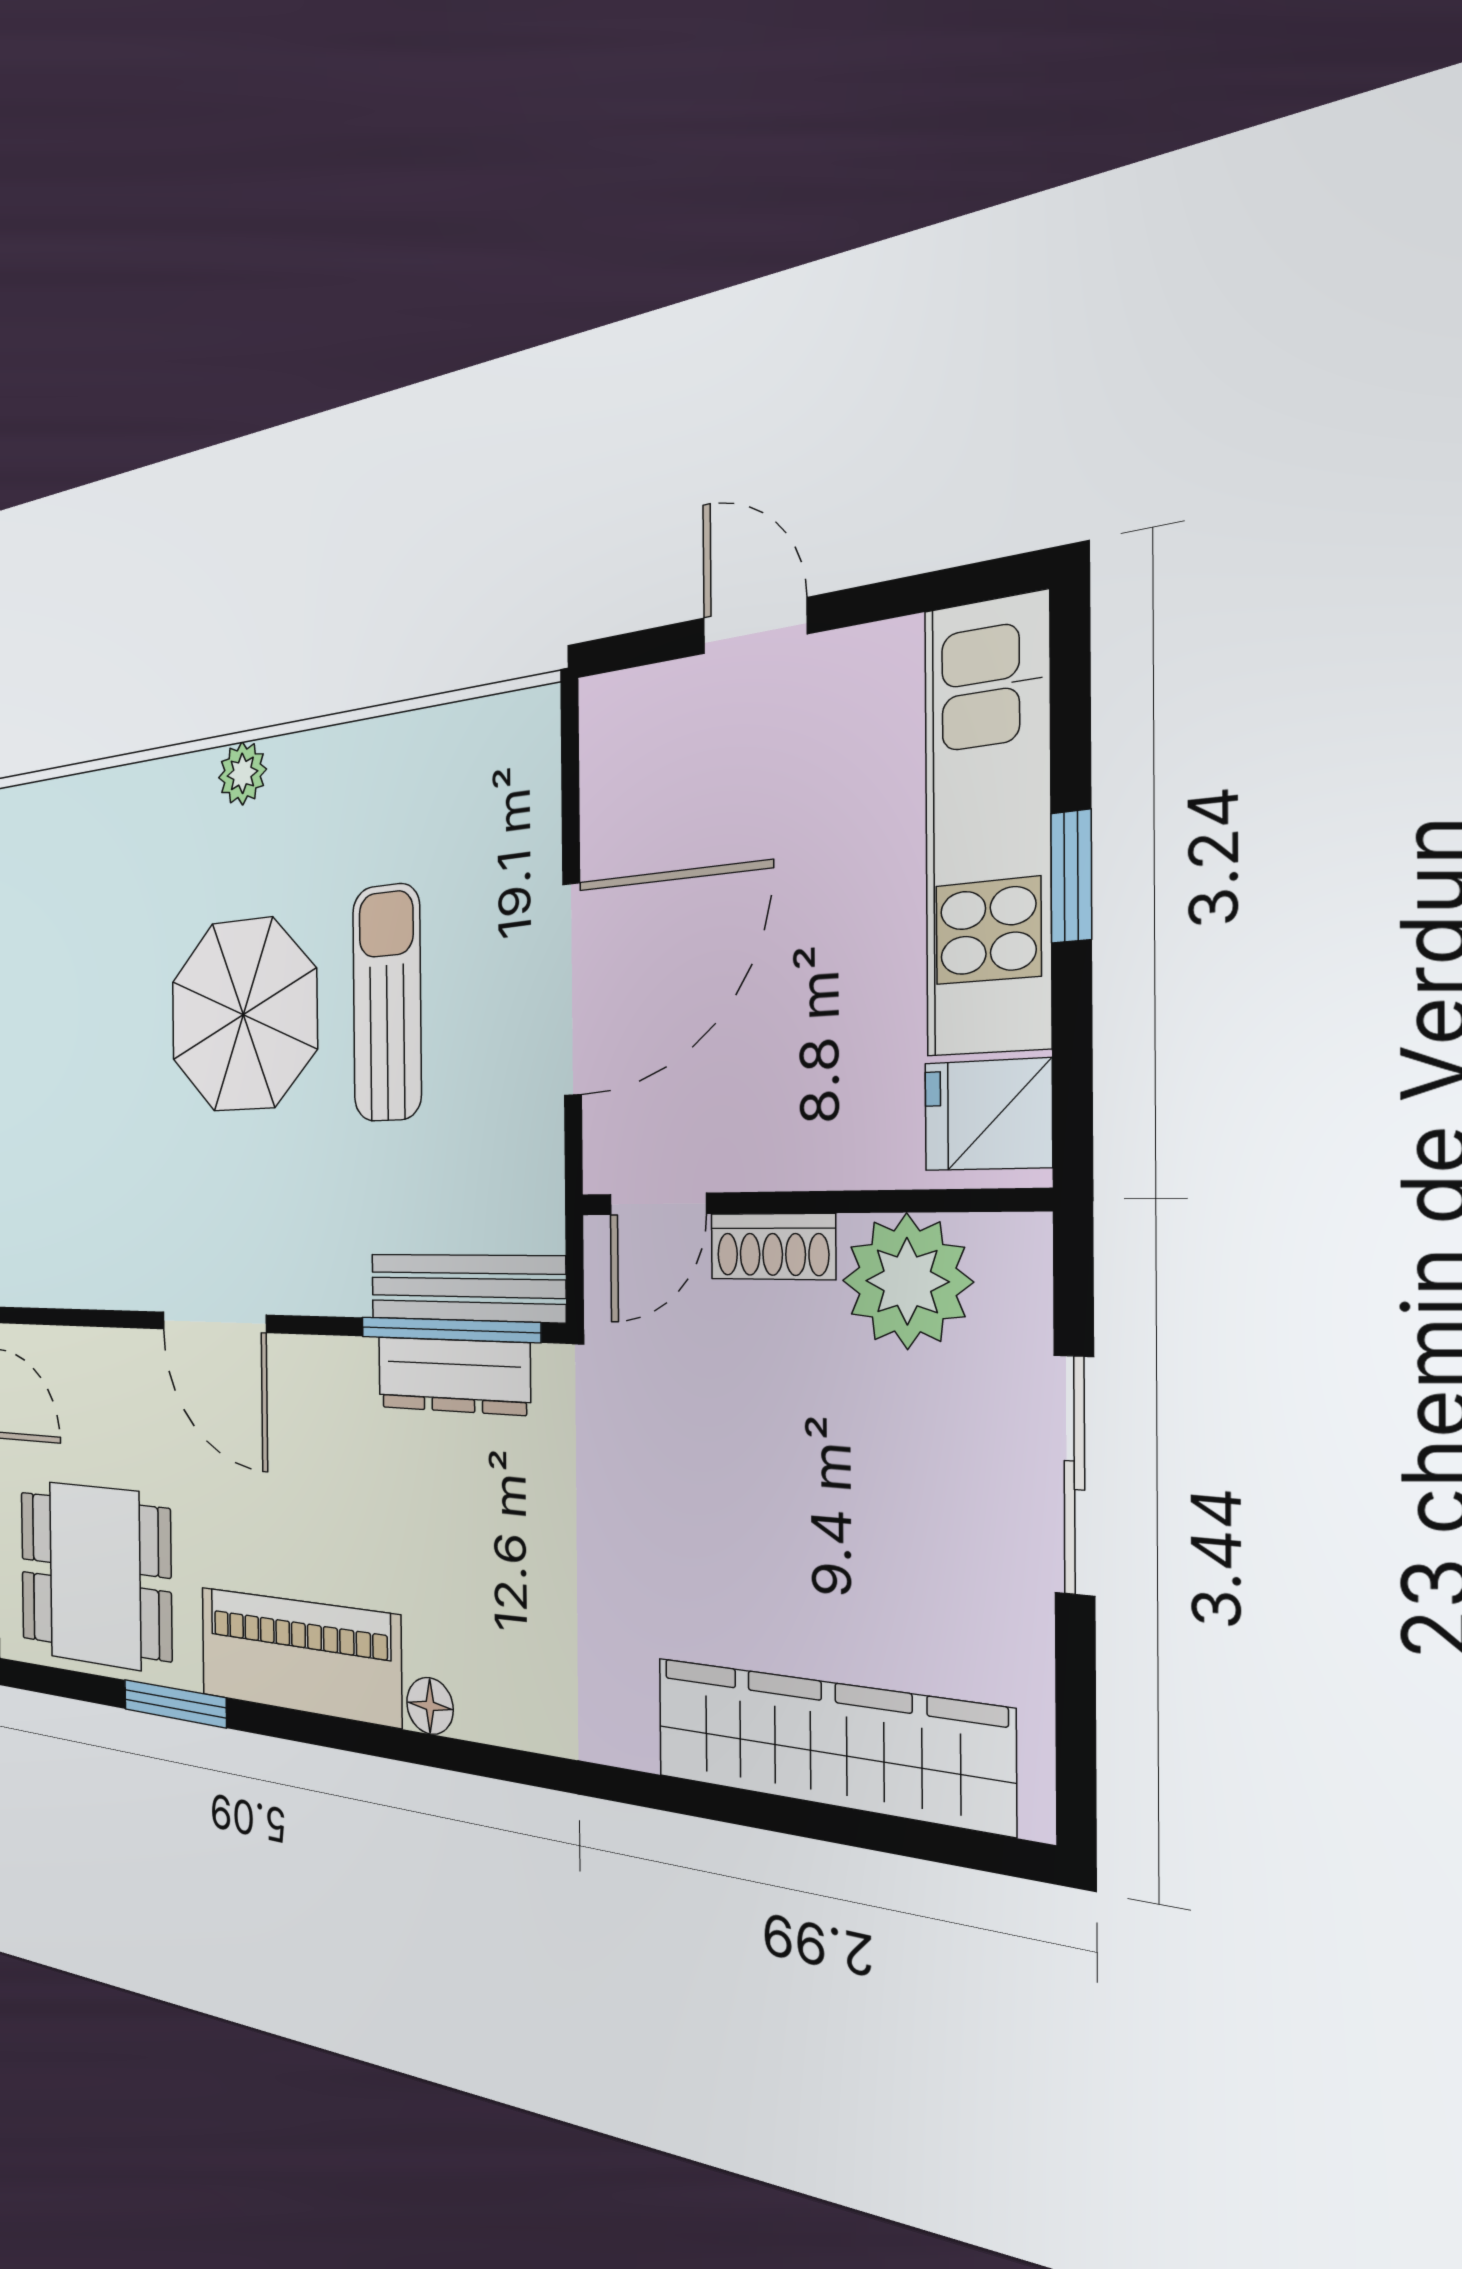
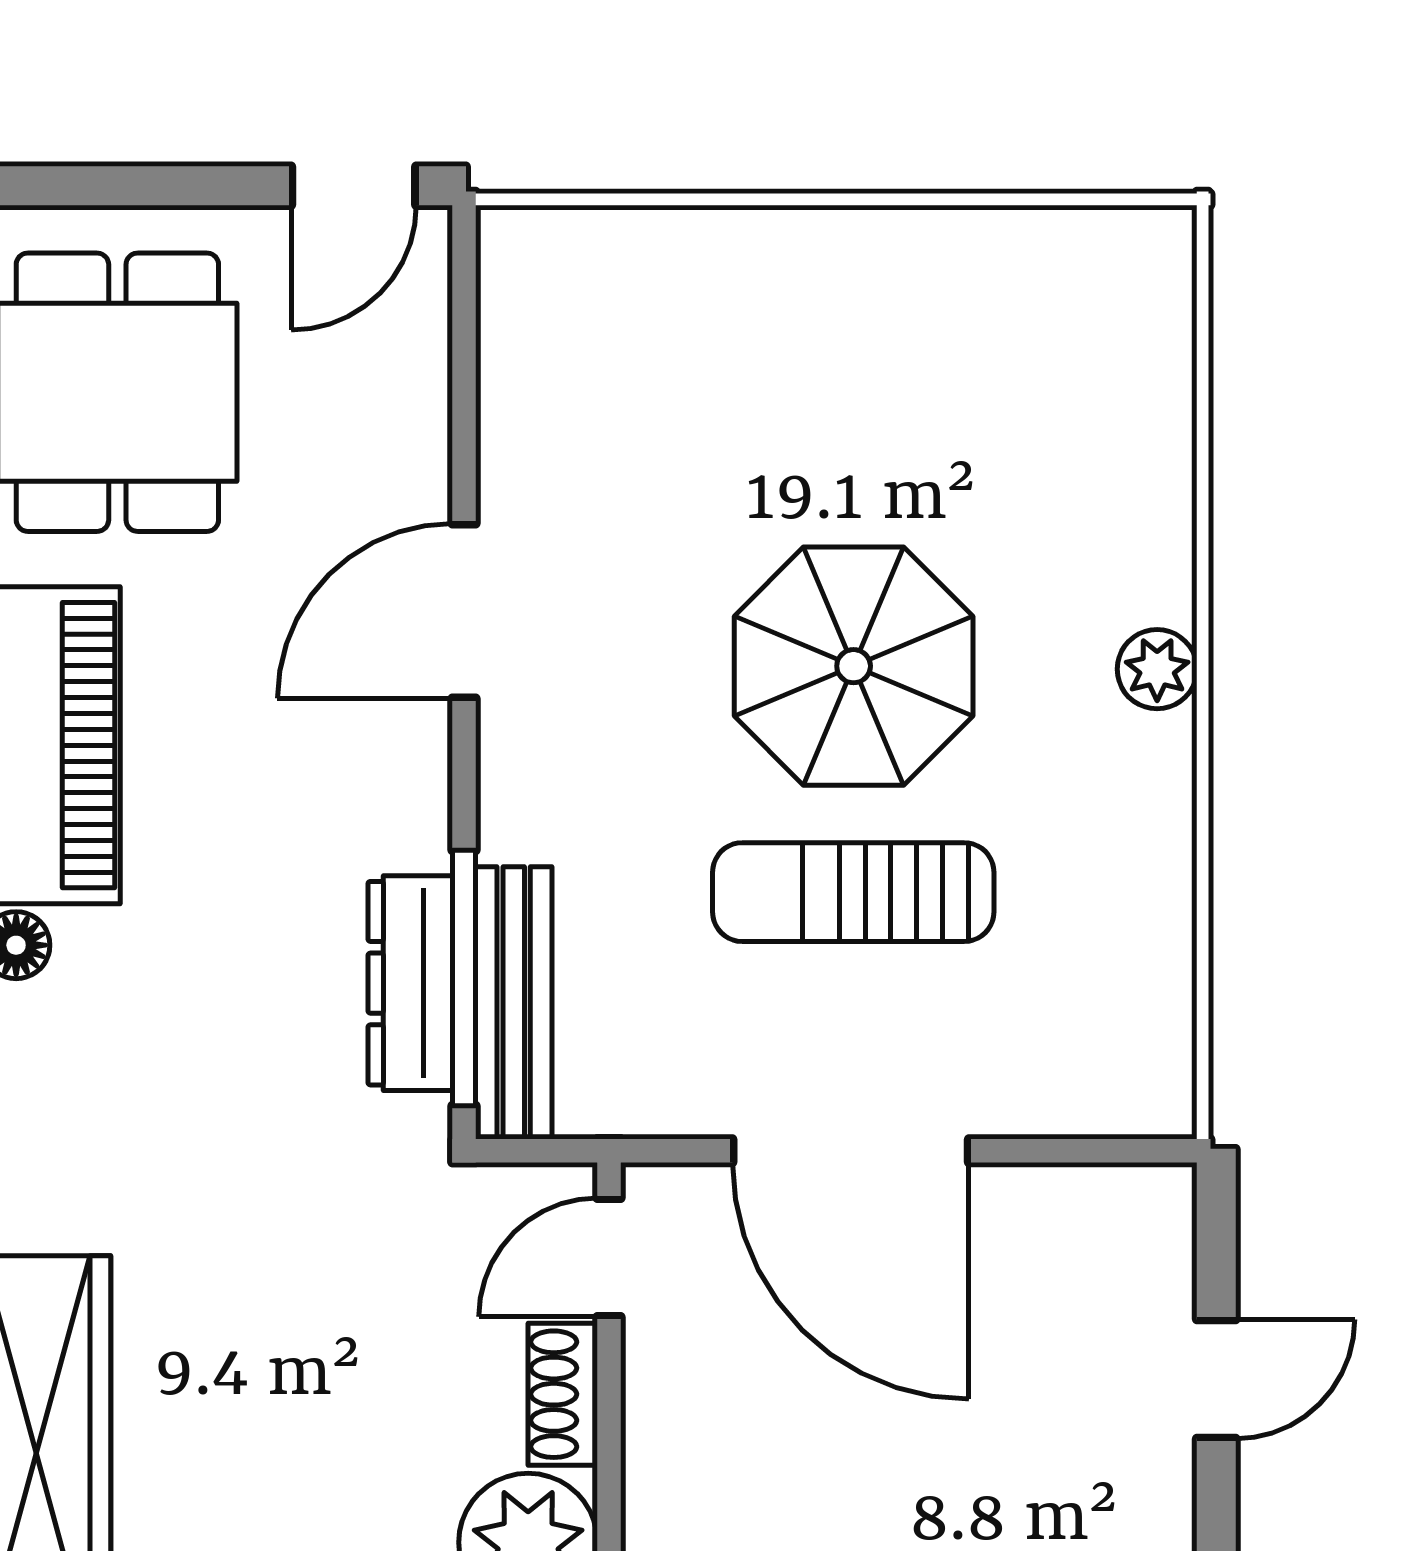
sun lounger: (387, 1003) -> (853, 892), turned 180
door: (658, 1204) -> (609, 1257), hinge flipped

